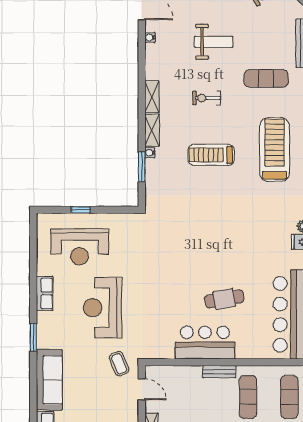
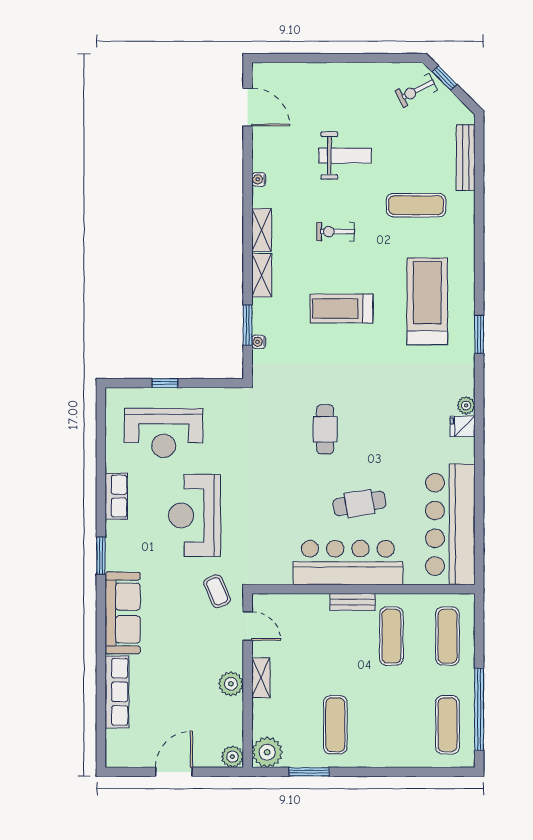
water cooler: (150, 37) -> (259, 179), moved
water cooler: (150, 153) -> (259, 342), moved
cafe table: (199, 244) -> (325, 429), added
bar counter: (205, 343) -> (348, 563), width x1.36

